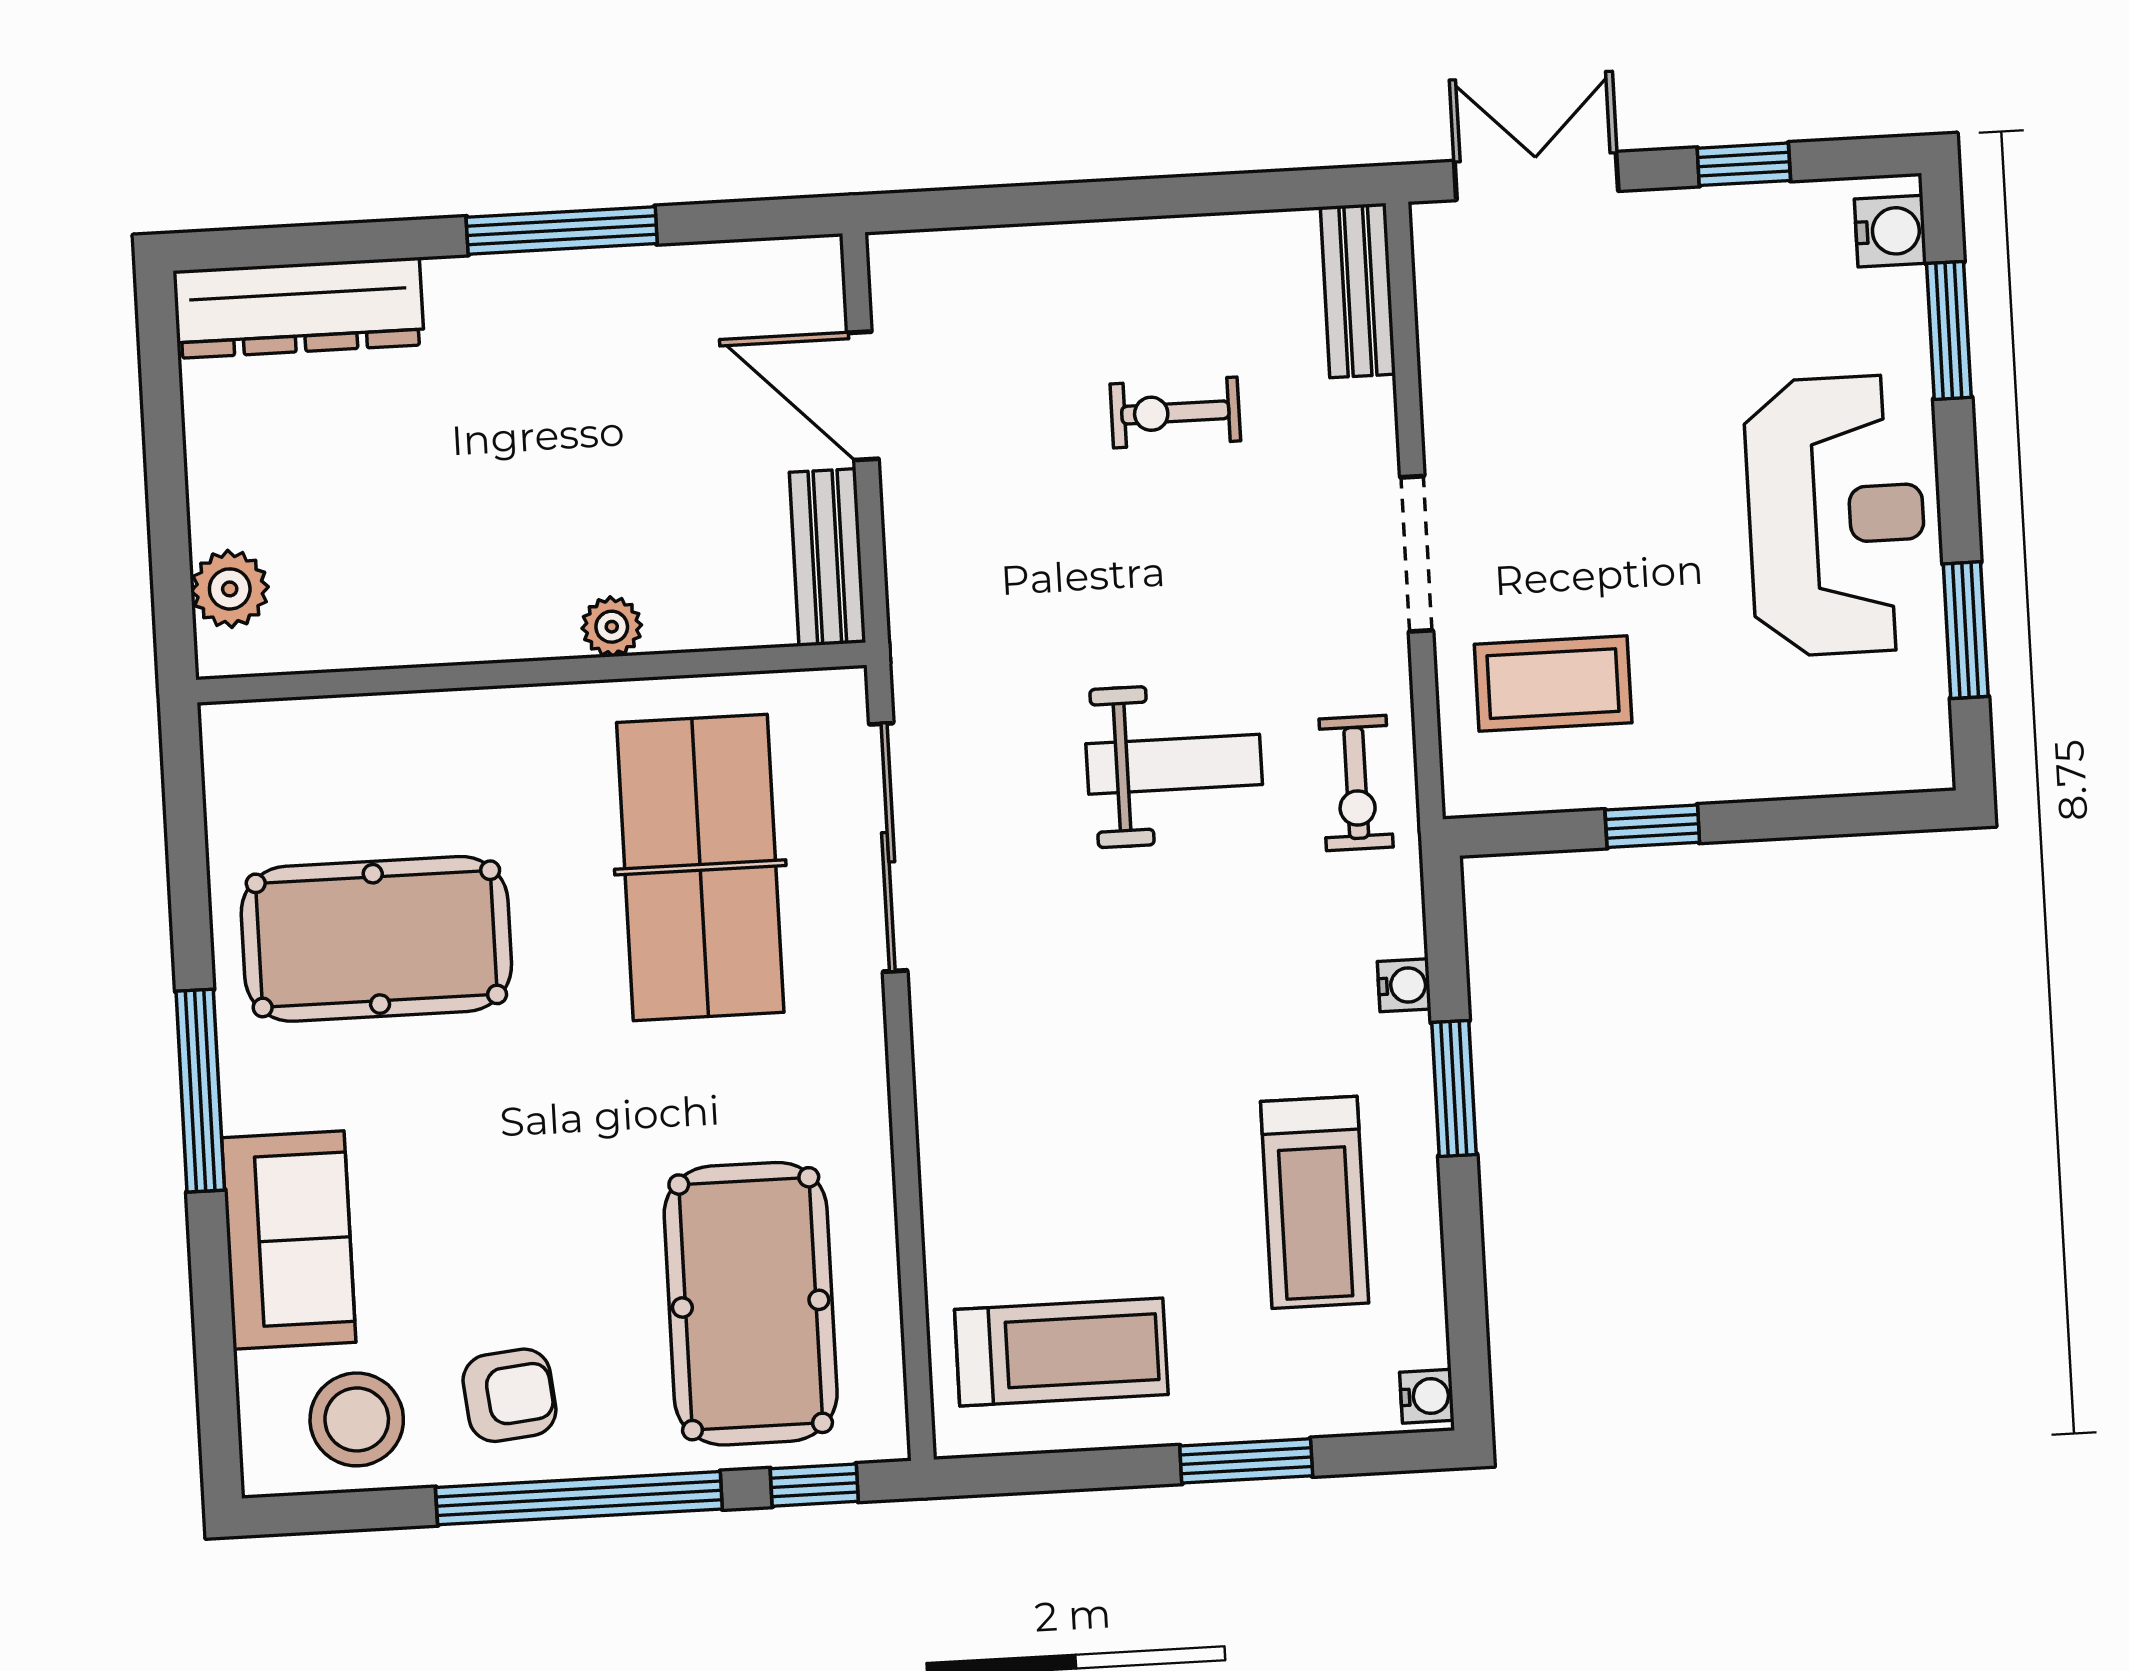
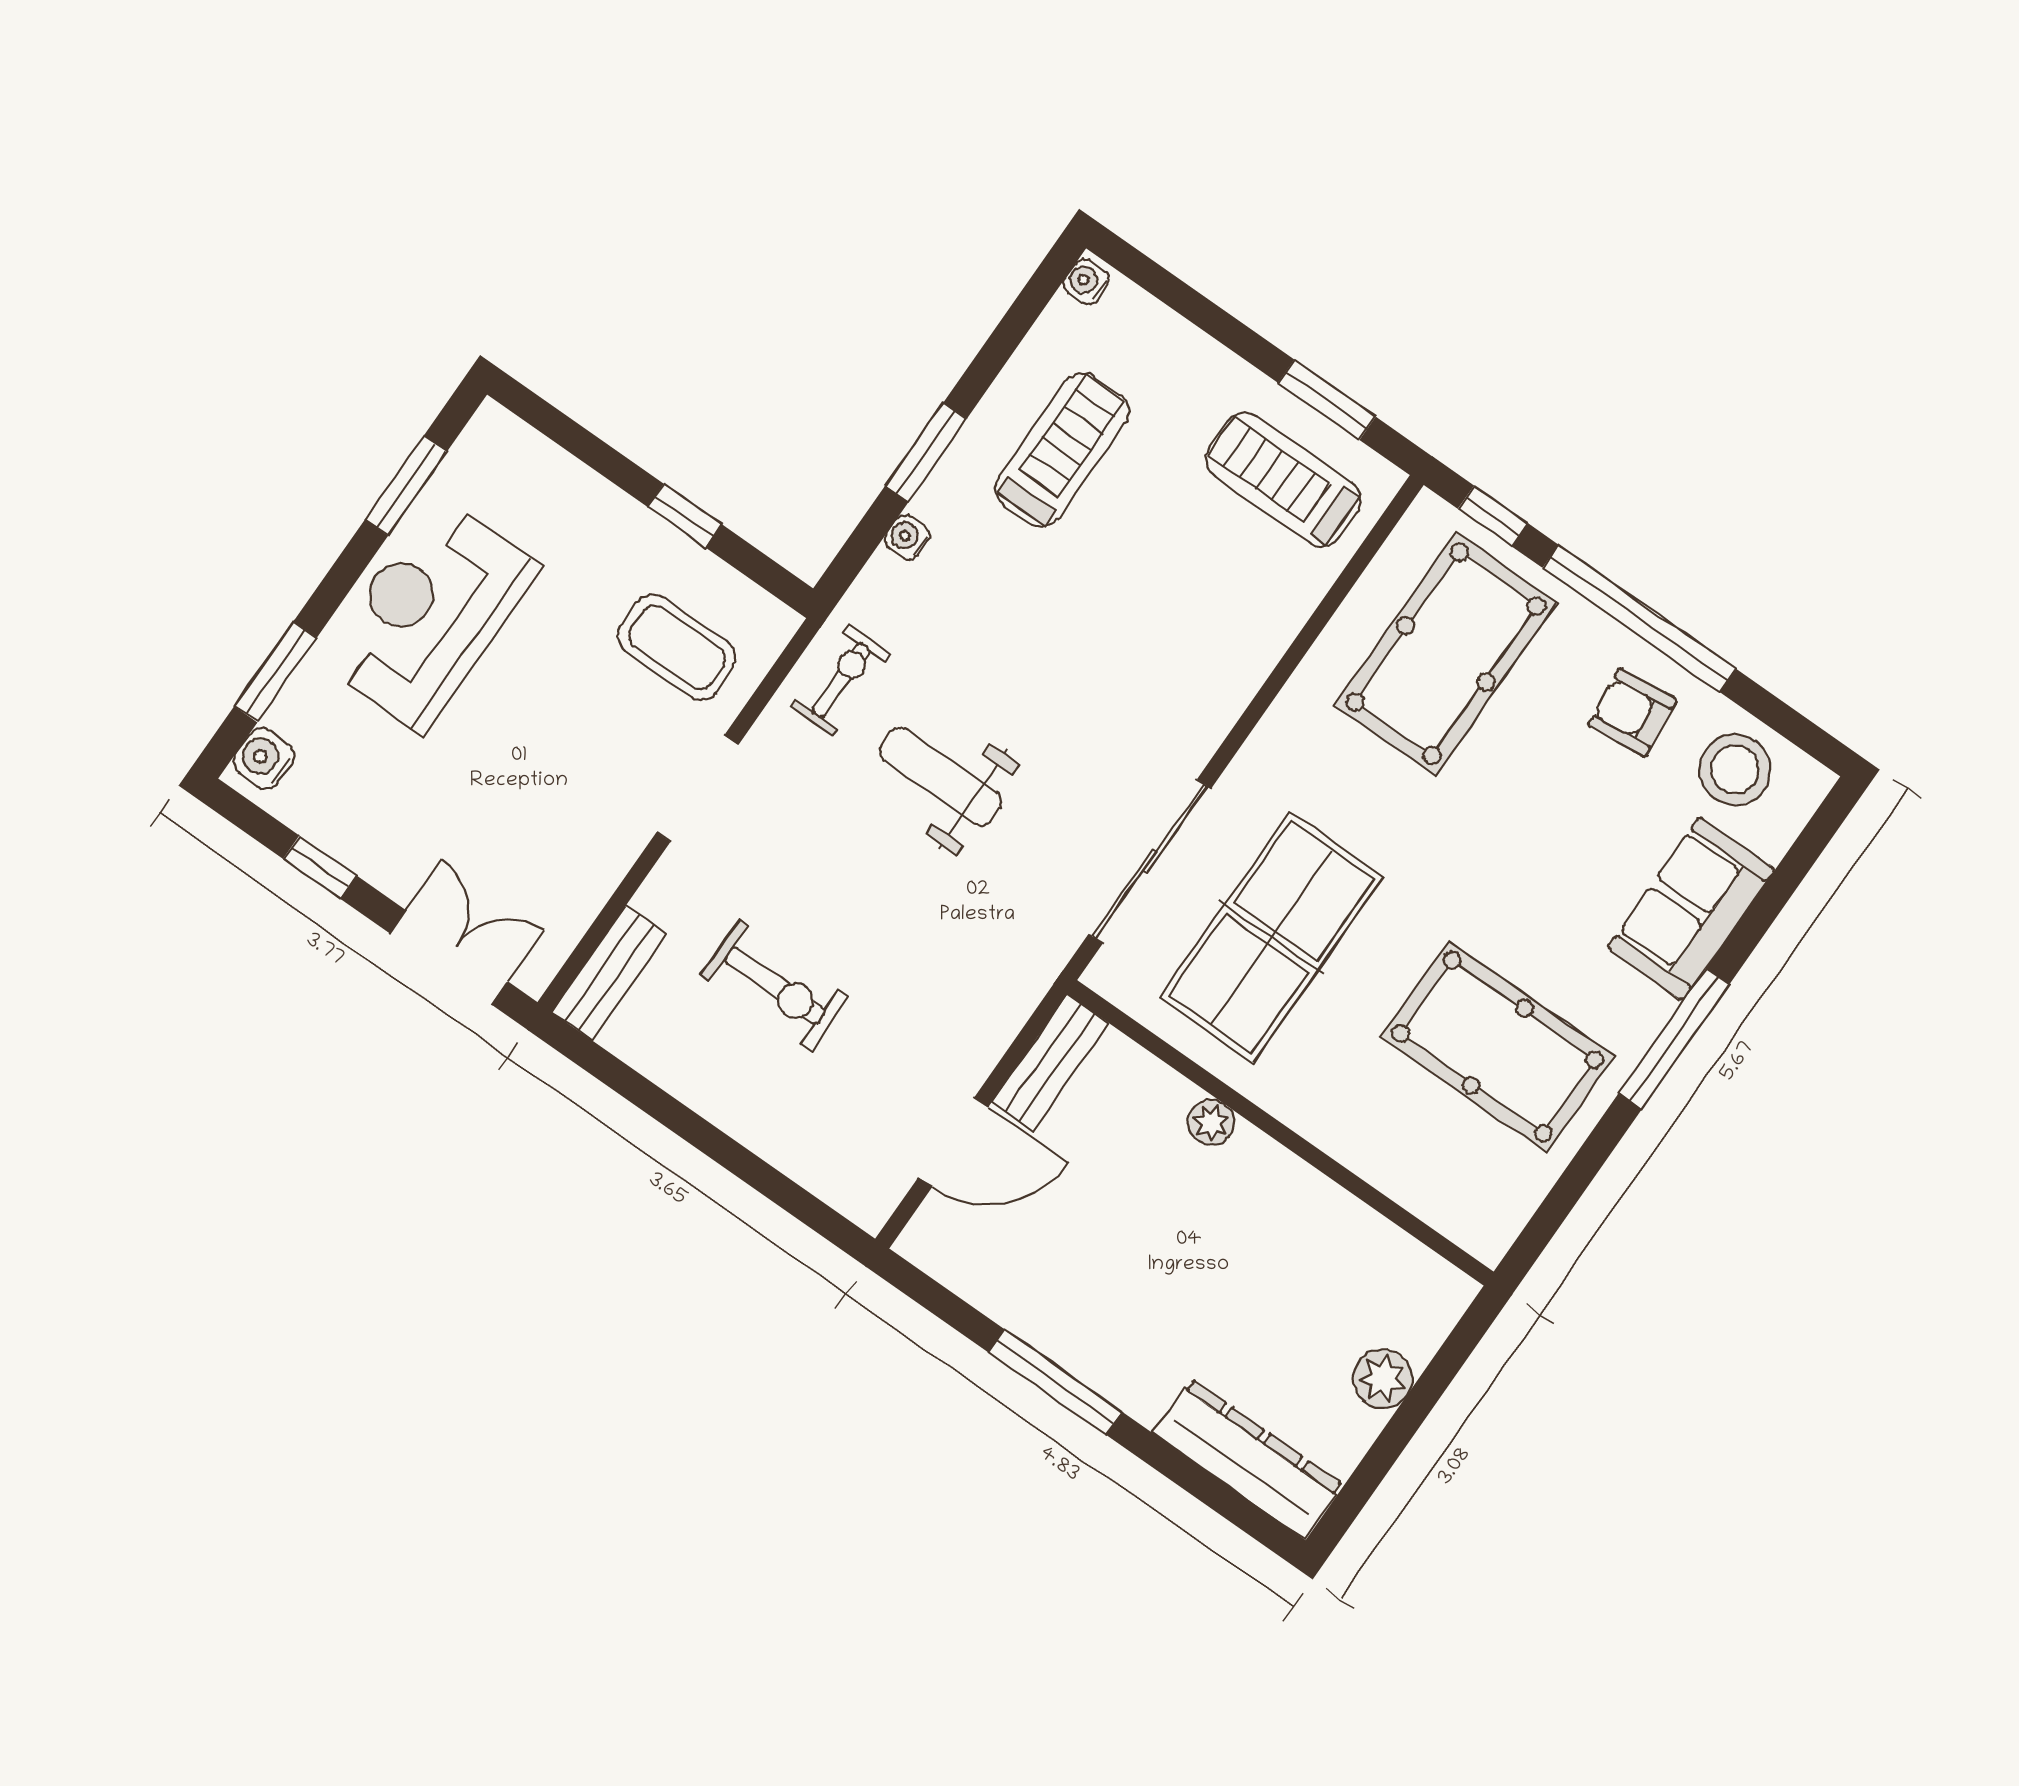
double door: (1536, 176) -> (449, 957), swing flipped
door: (863, 396) -> (953, 1142), hinge flipped
exercise bike: (1175, 412) -> (775, 986), width x1.38, depth x1.39
plant: (230, 589) -> (1383, 1379), moved
window: (1246, 1461) -> (1327, 400), moved

